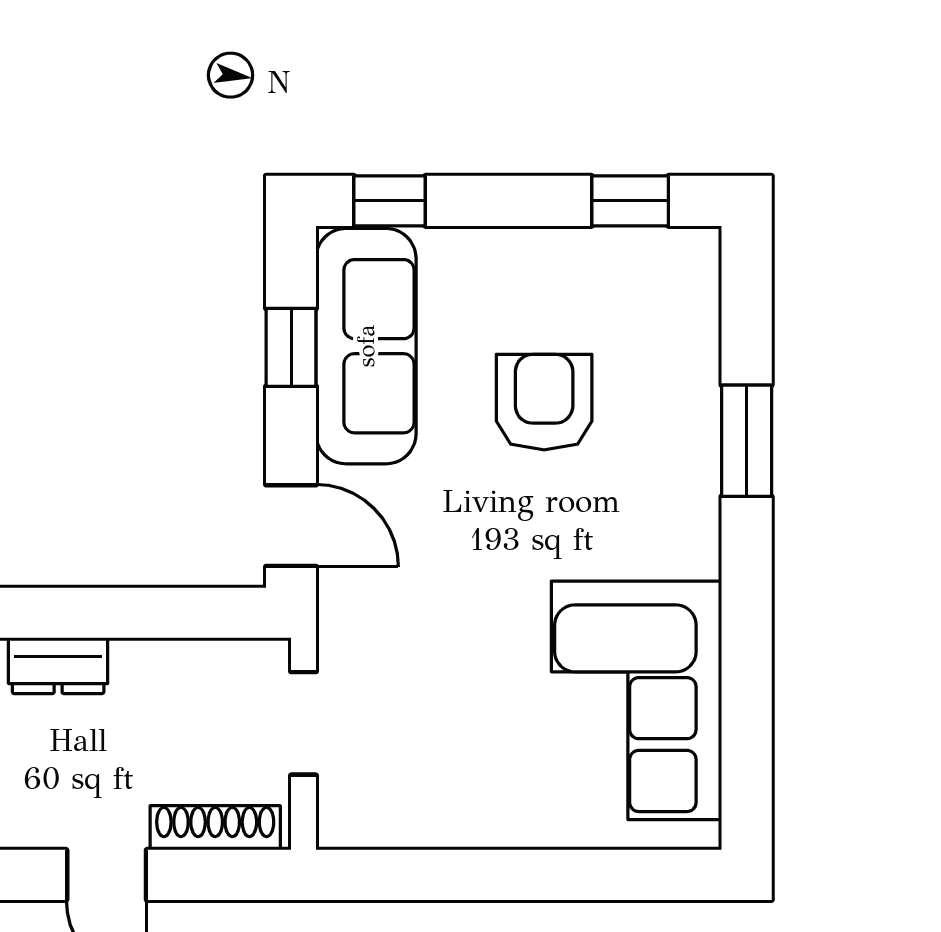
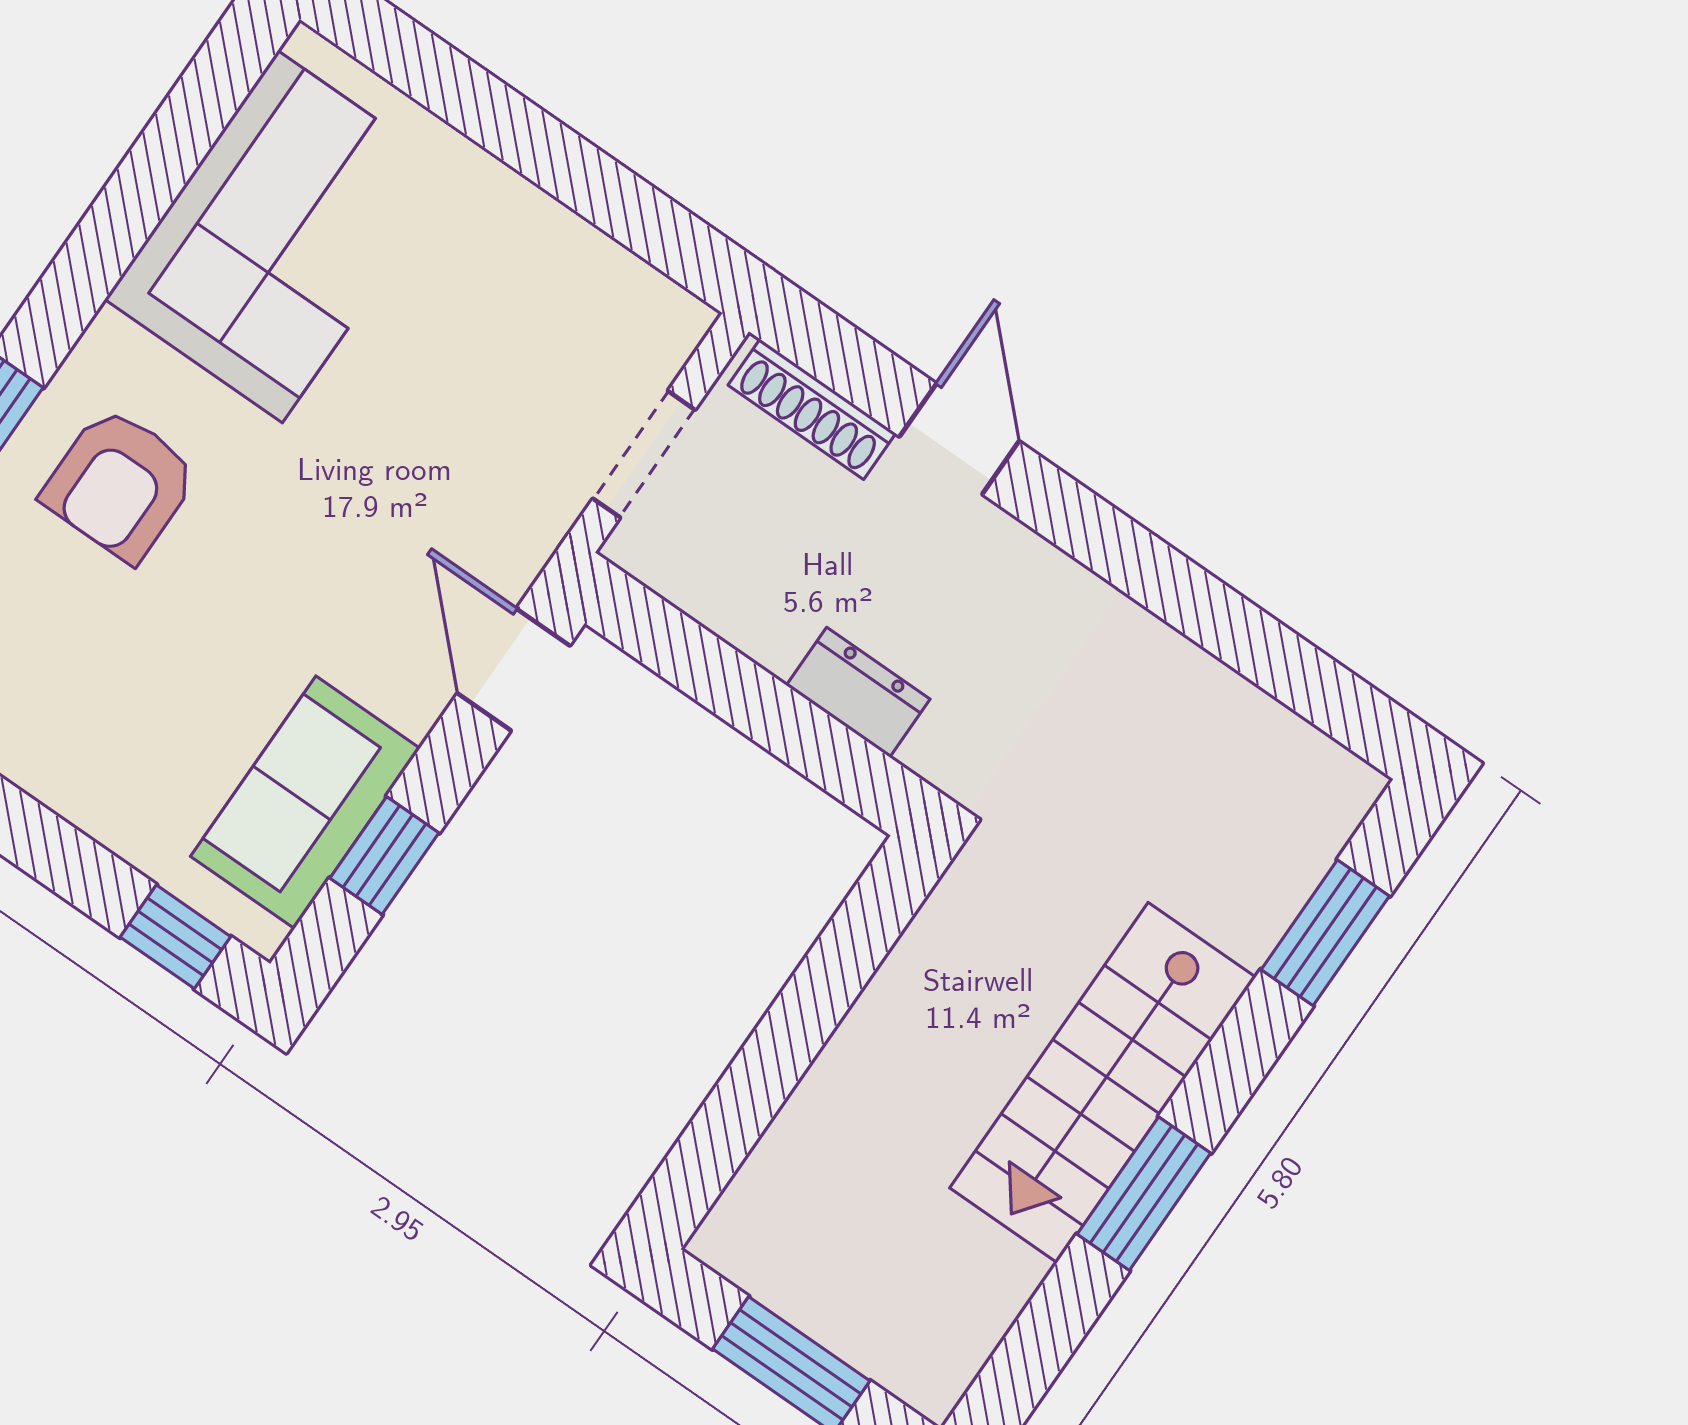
sofa: (366, 346) -> (305, 802), width x0.73
armchair: (544, 402) -> (120, 484), moved

